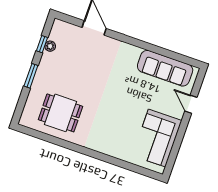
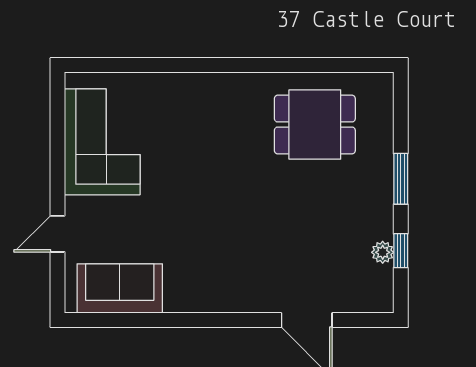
sofa: (165, 68) -> (120, 289), width x0.73
door: (191, 104) -> (58, 234), swing flipped

